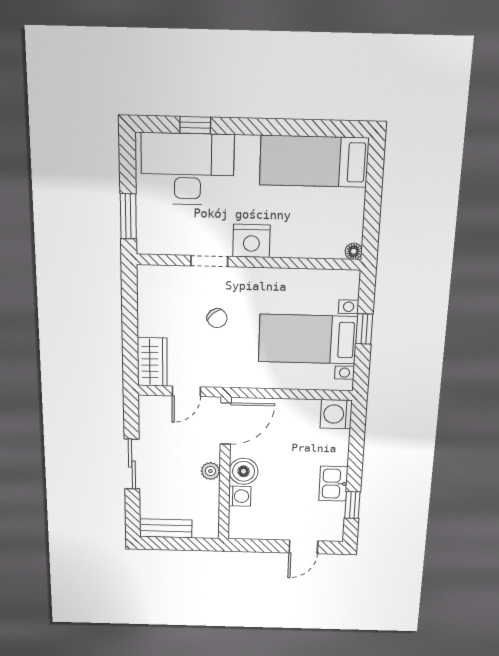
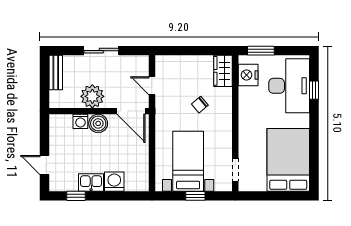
bed: (314, 161) -> (288, 160), width x1.50
nightstand: (251, 241) -> (248, 75), moved
floor lamp: (354, 251) -> (243, 186), removed
doorway: (209, 261) -> (235, 170), moved
wardrobe: (152, 362) -> (223, 71), moved, turned 90
washing machine: (336, 414) -> (114, 182), moved
plant: (210, 471) -> (92, 96), width x1.87, depth x1.87

